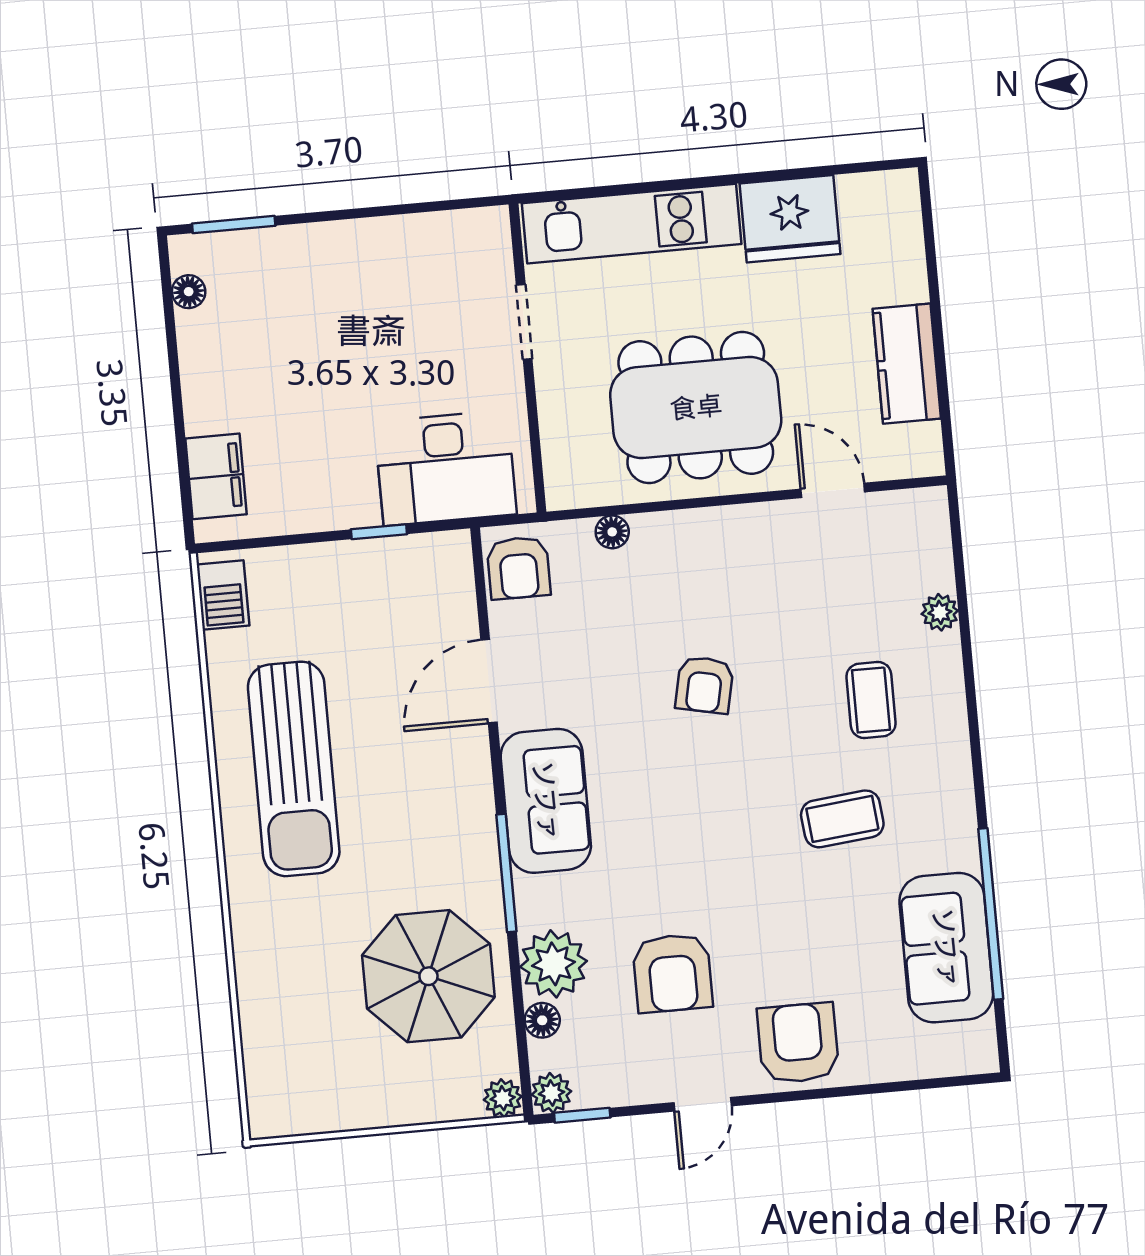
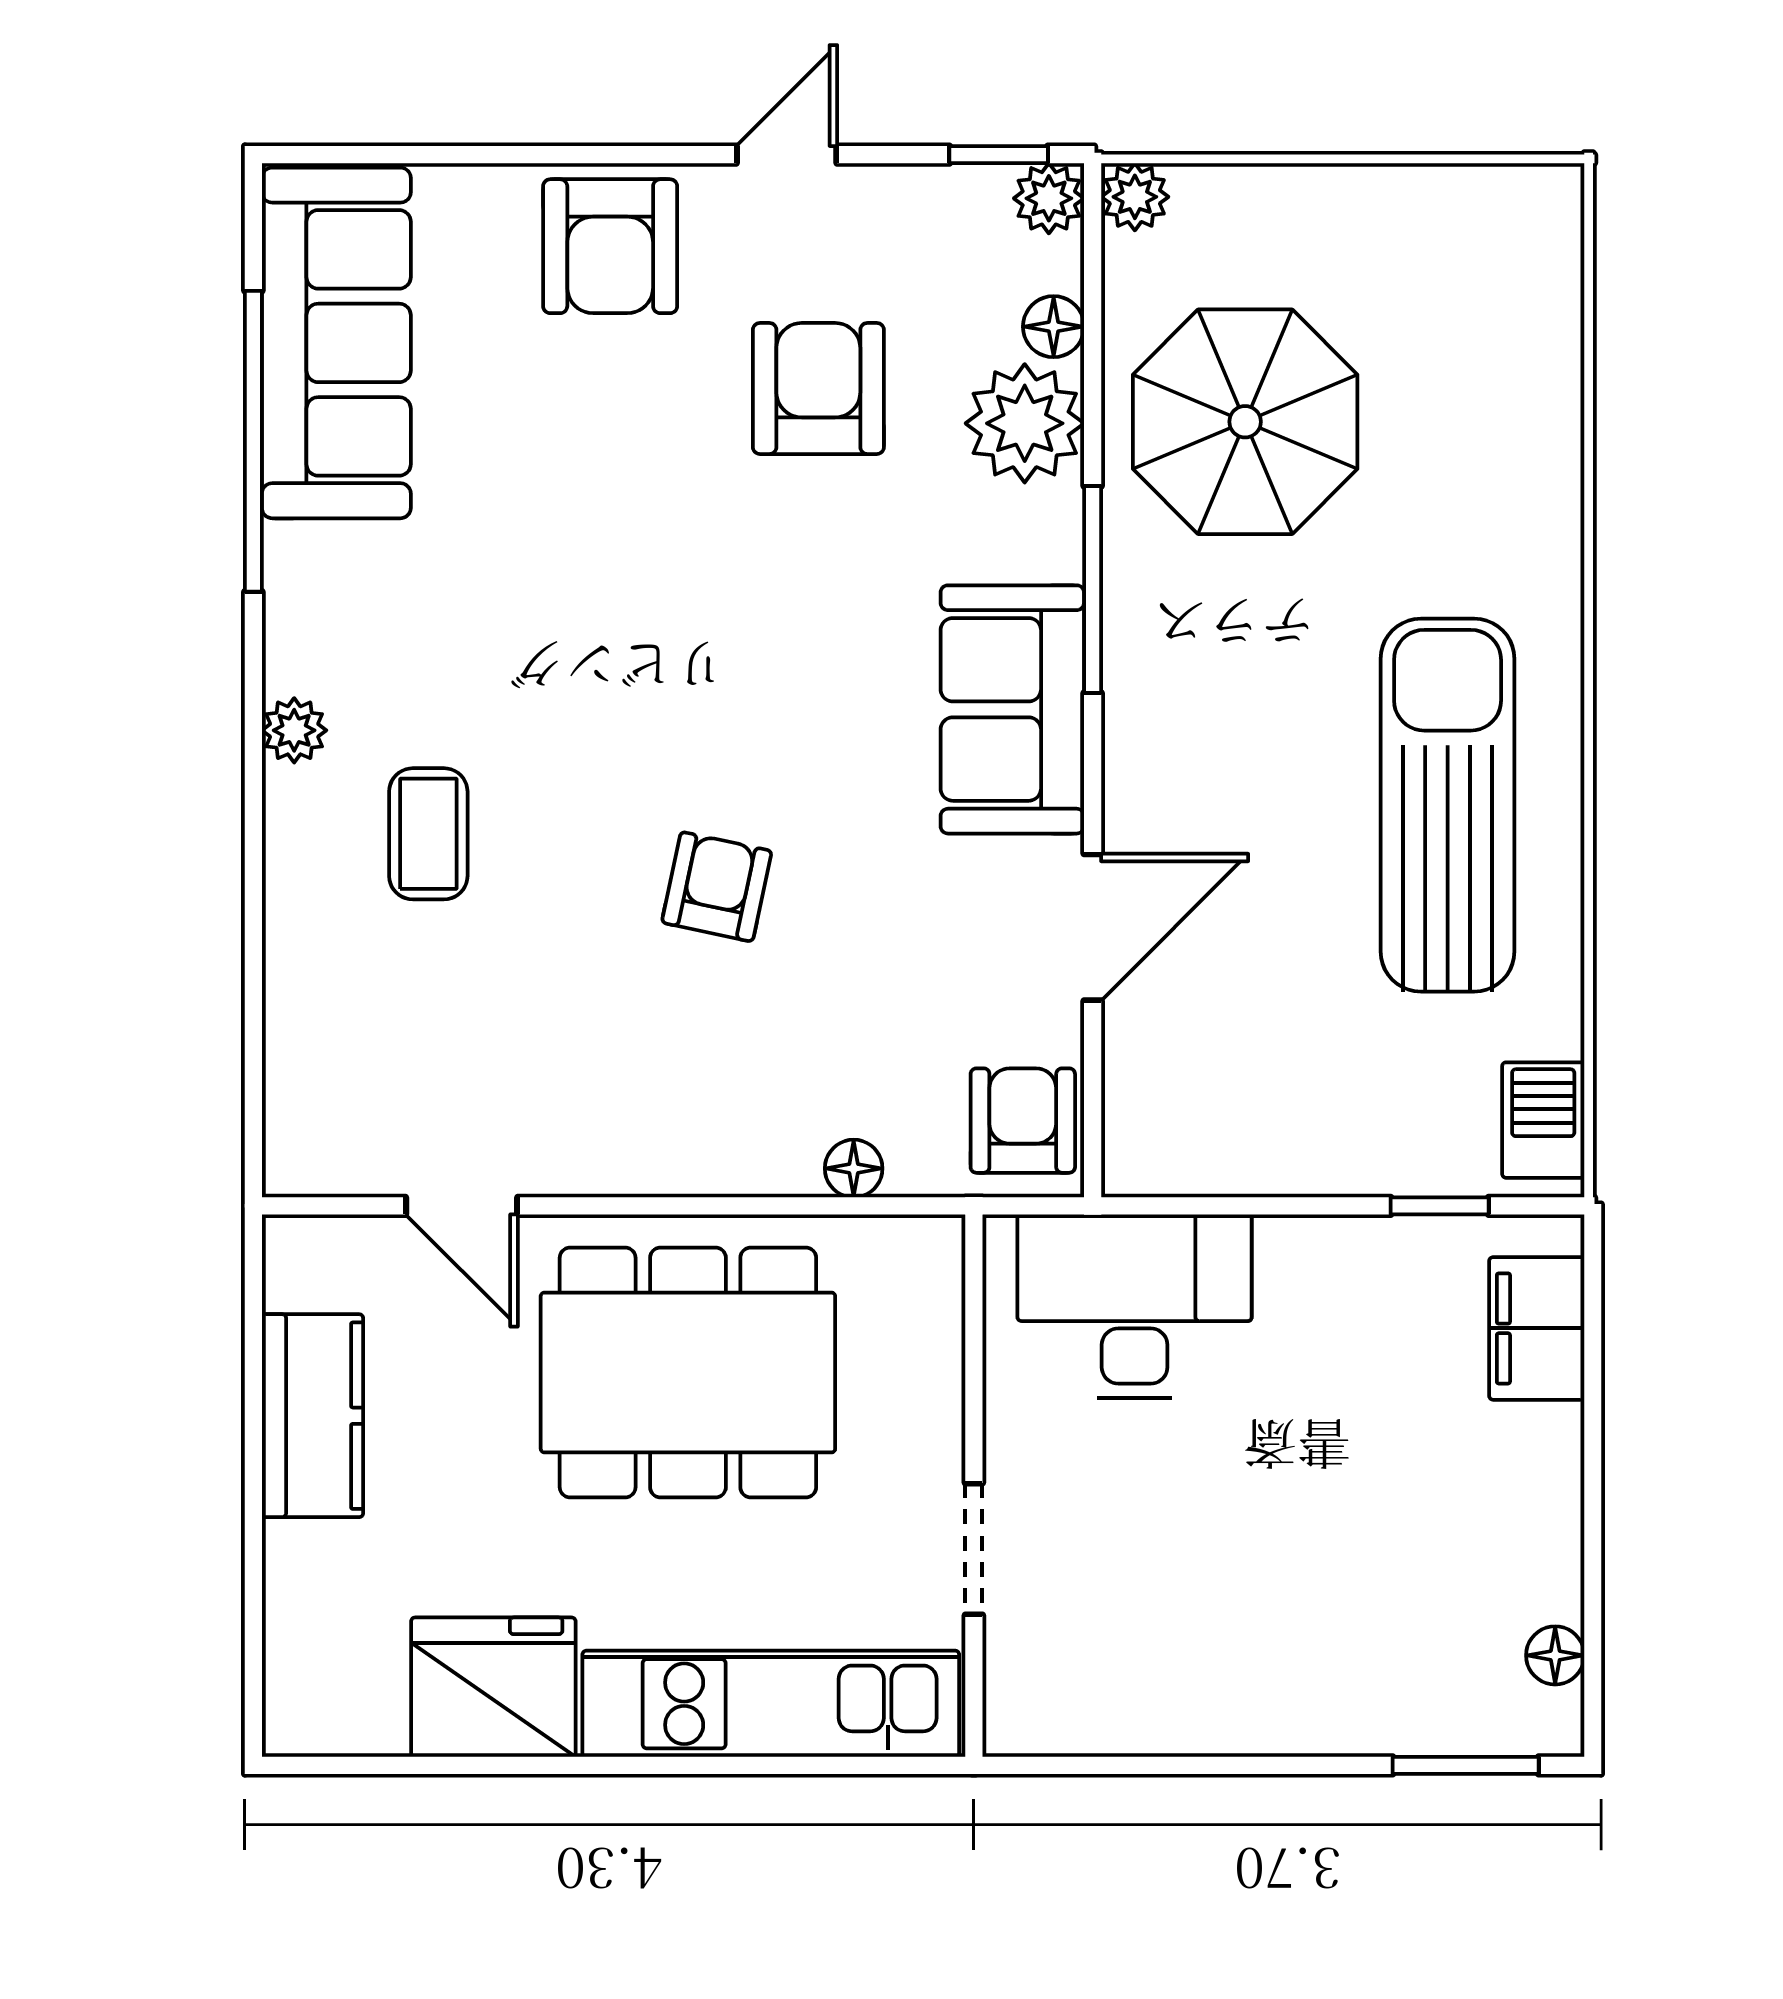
window: (379, 532) -> (1440, 1206), moved
plant: (940, 612) -> (294, 730), moved
coffee table: (842, 819) -> (497, 631), removed
sofa: (946, 948) -> (336, 343), width x1.36

